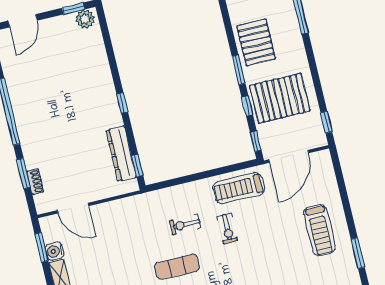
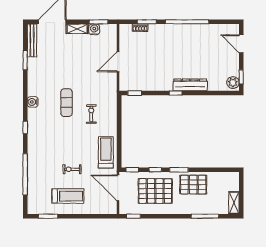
pallet: (280, 98) -> (155, 191), turned 90
dresser: (121, 154) -> (190, 85), moved
door: (73, 208) -> (118, 62), moved
exercise bike: (227, 228) -> (72, 169), moved
treadmill: (320, 230) -> (68, 196), turned 180

